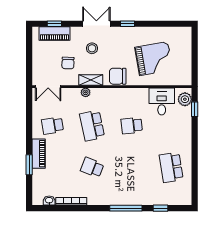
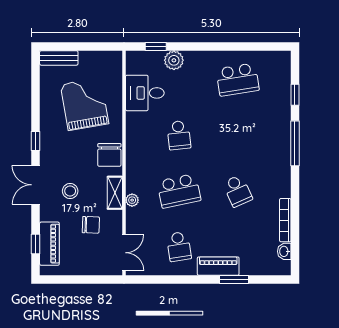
bench: (187, 40) -> (59, 58), added
plant: (185, 99) -> (174, 60), moved
school desk: (92, 167) -> (238, 191), turned -45

